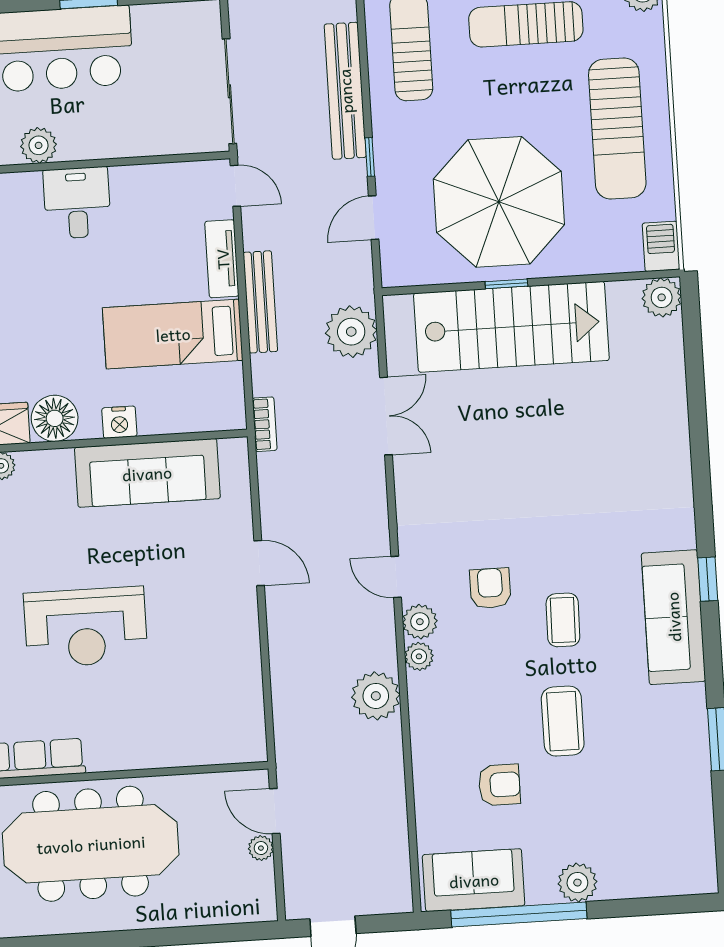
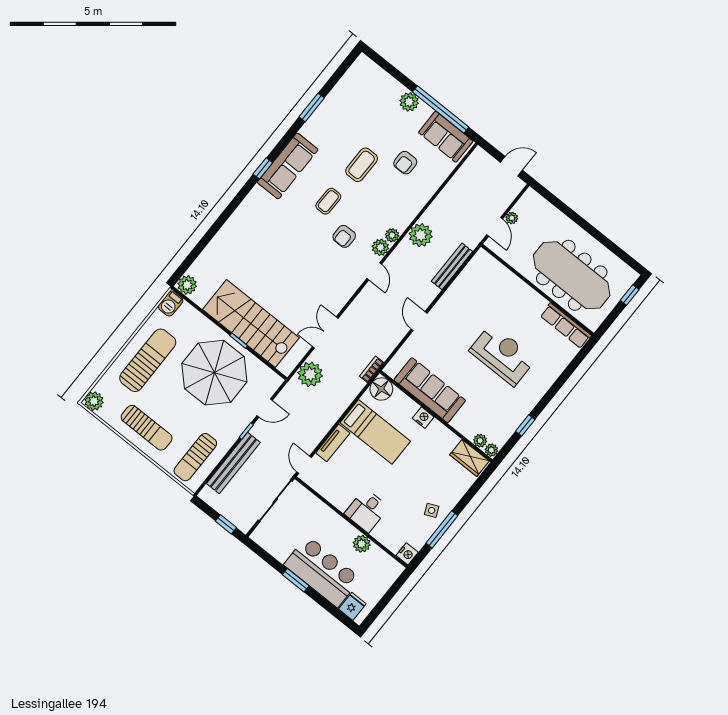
bench: (260, 302) -> (452, 266), moved
floor lamp: (55, 418) -> (381, 389), moved
armchair: (499, 785) -> (405, 163), turned -90

